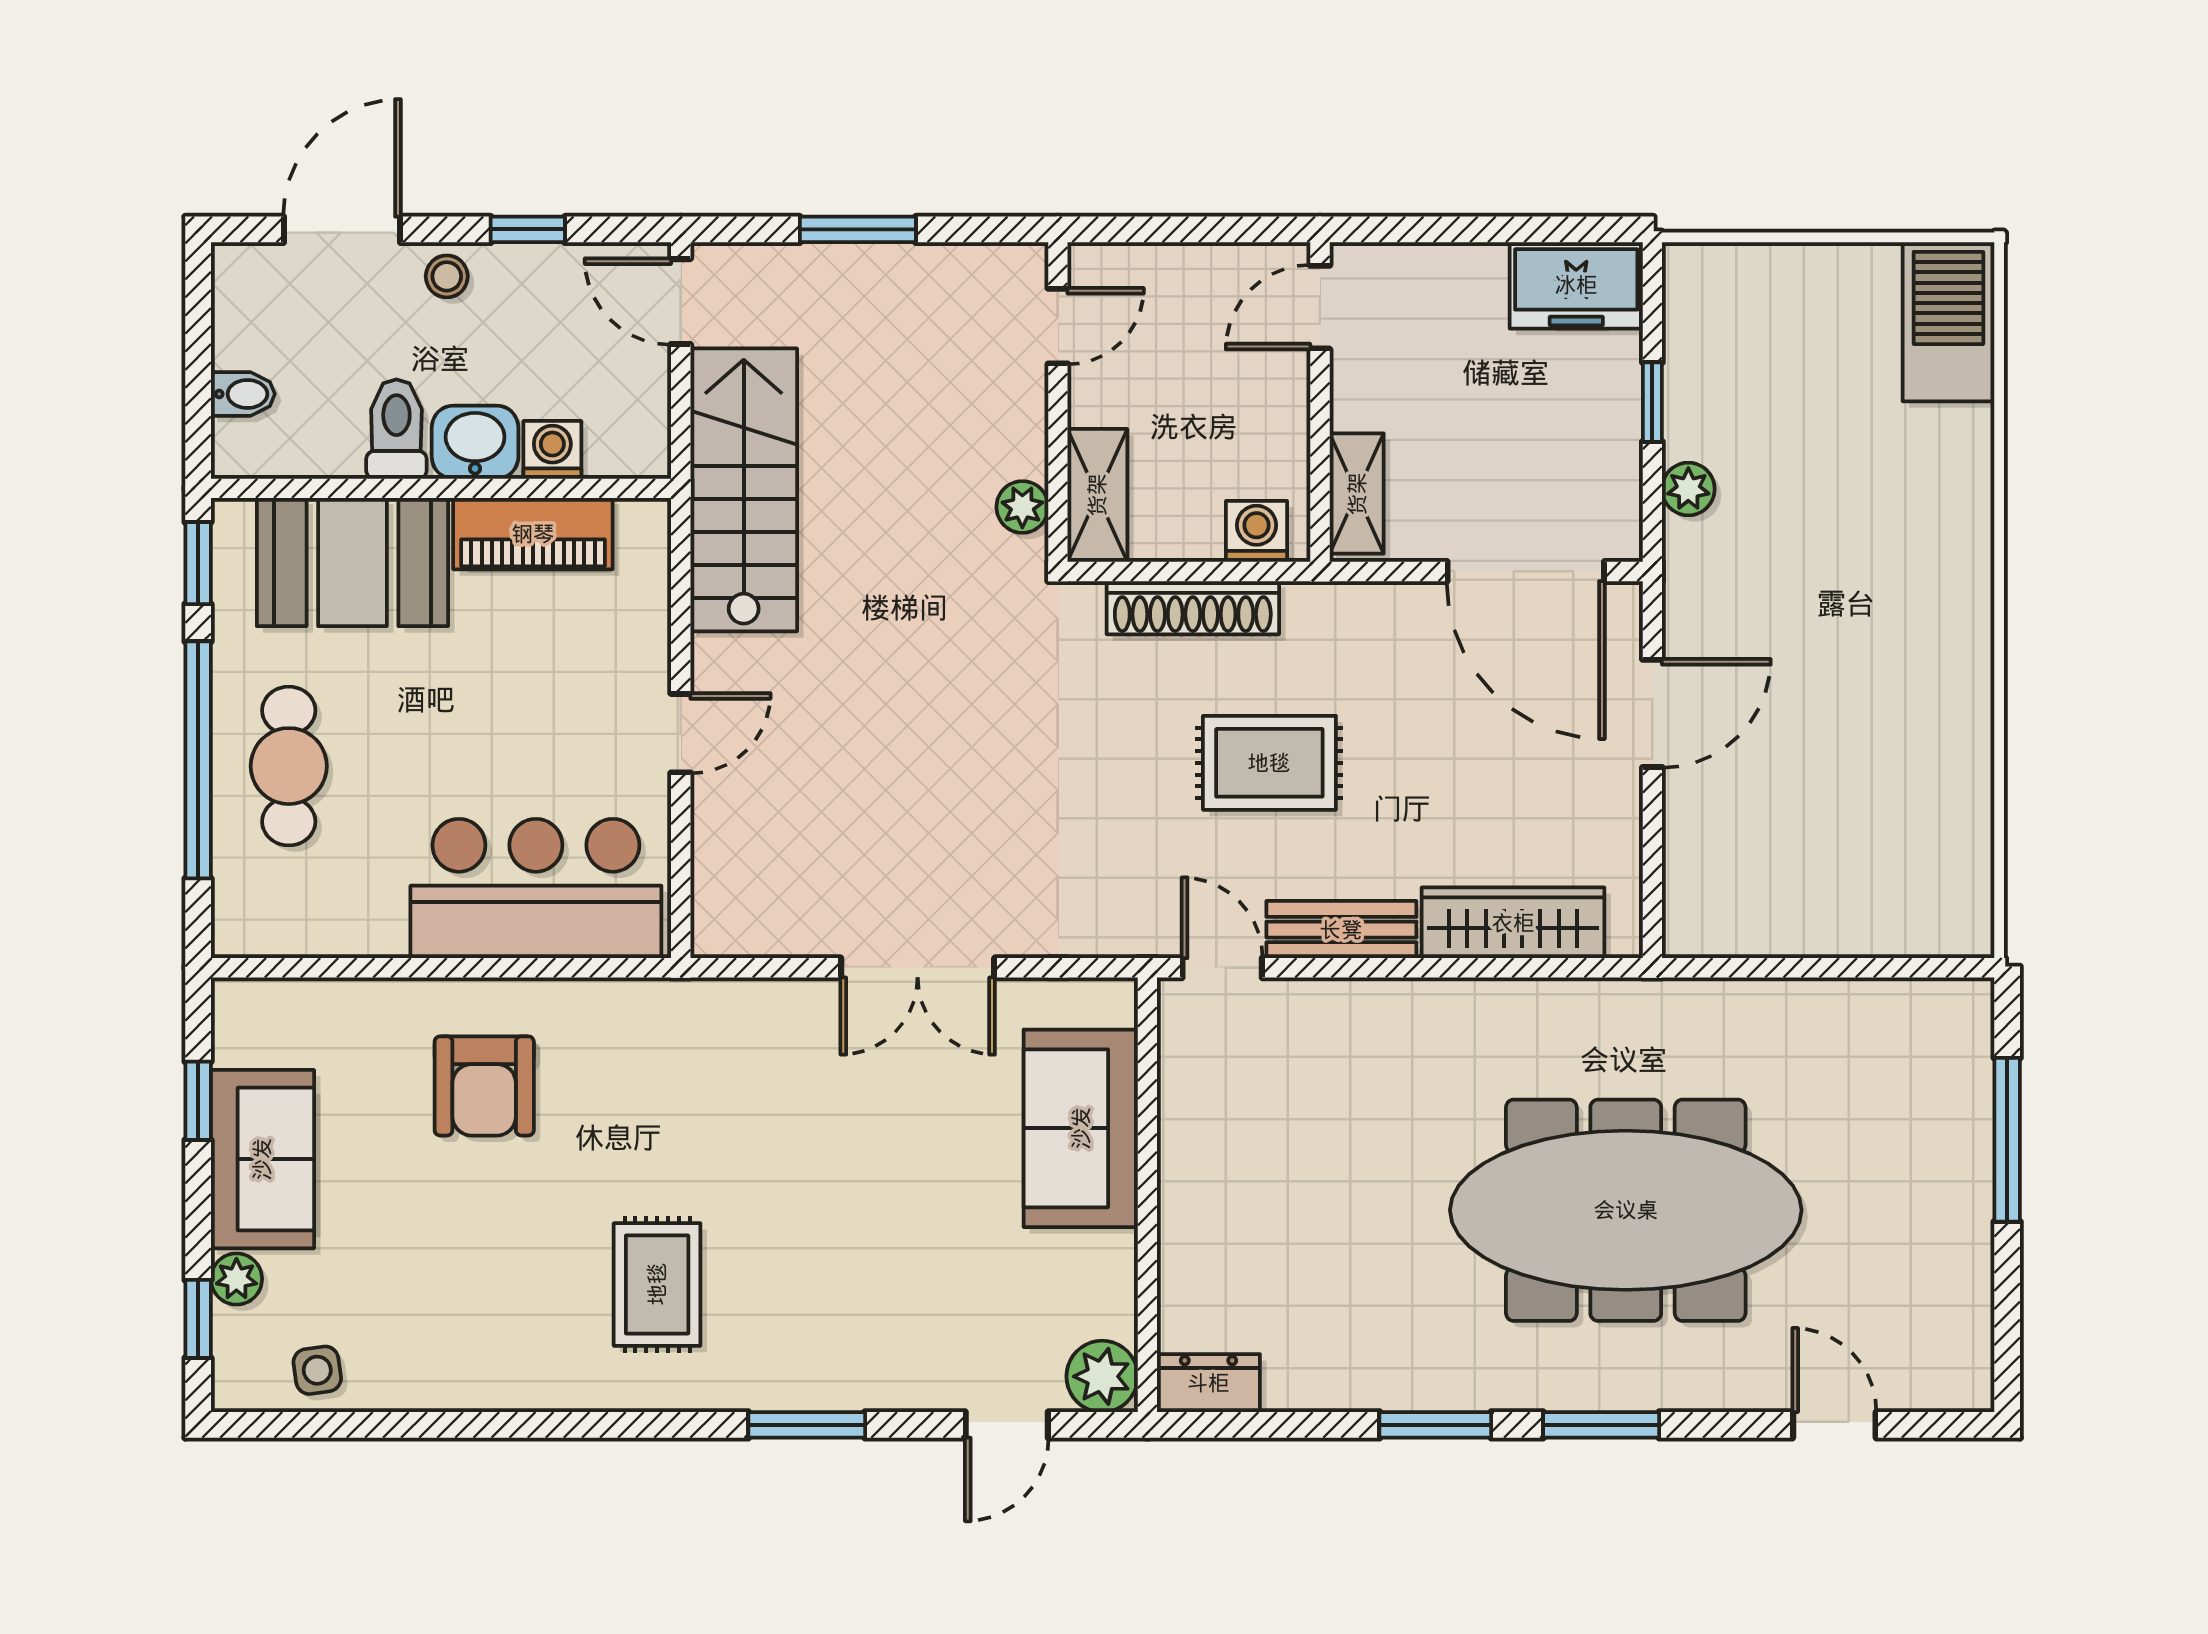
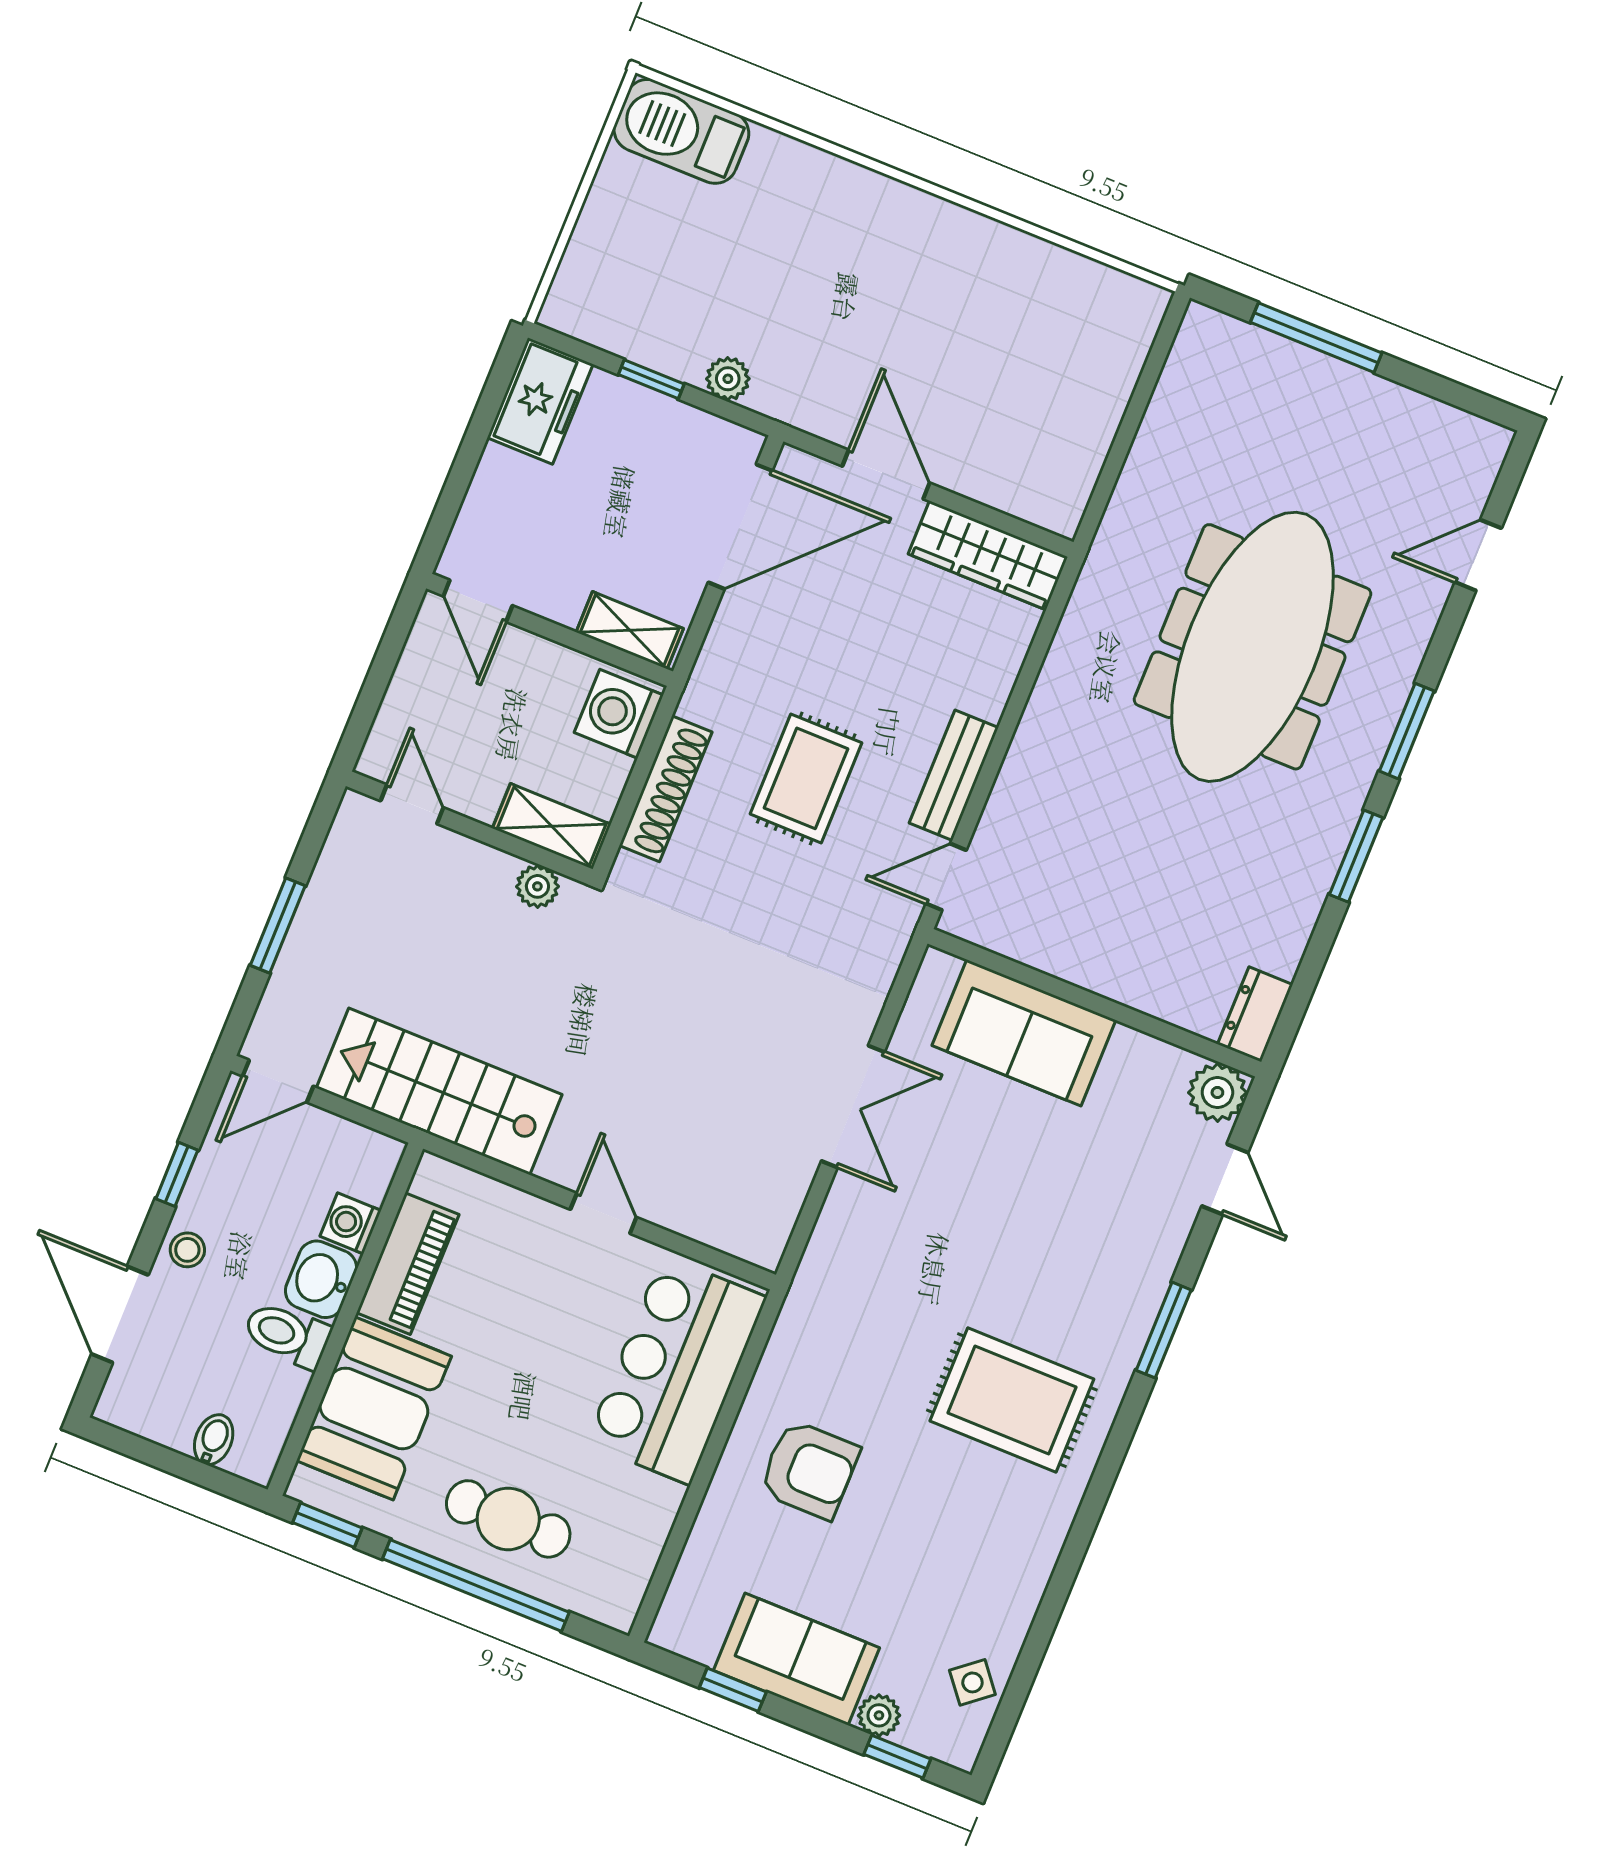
washing machine: (1257, 531) -> (619, 714), width x1.38, depth x1.38
wardrobe: (1513, 923) -> (988, 555), moved, turned -90
rug: (657, 1284) -> (1012, 1400), width x1.36, depth x1.43
side table: (317, 1370) -> (972, 1682), turned -31

